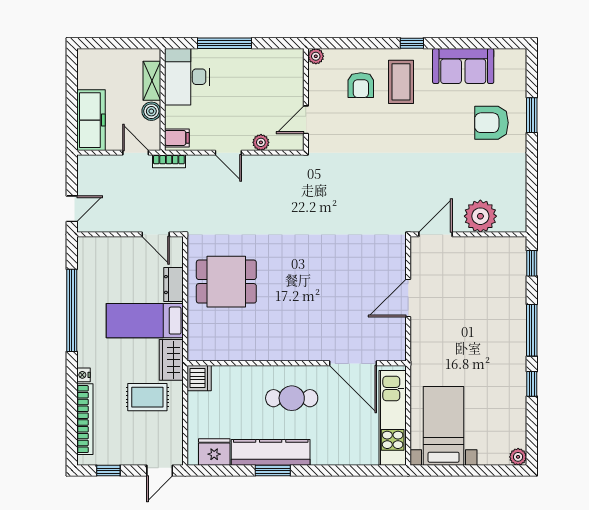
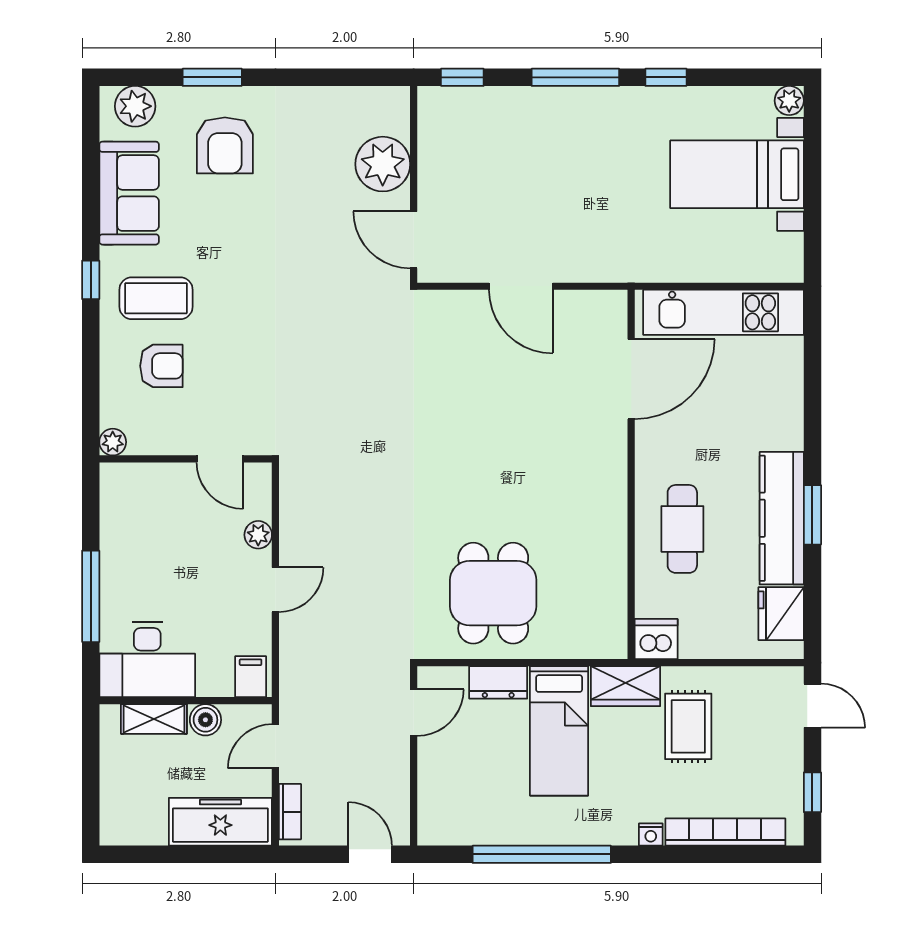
plant: (515, 70) -> (135, 106), added
bookcase: (169, 161) -> (290, 812), moved
cafe table: (292, 398) -> (682, 529), moved
bed with nightstands: (444, 426) -> (737, 174), moved

